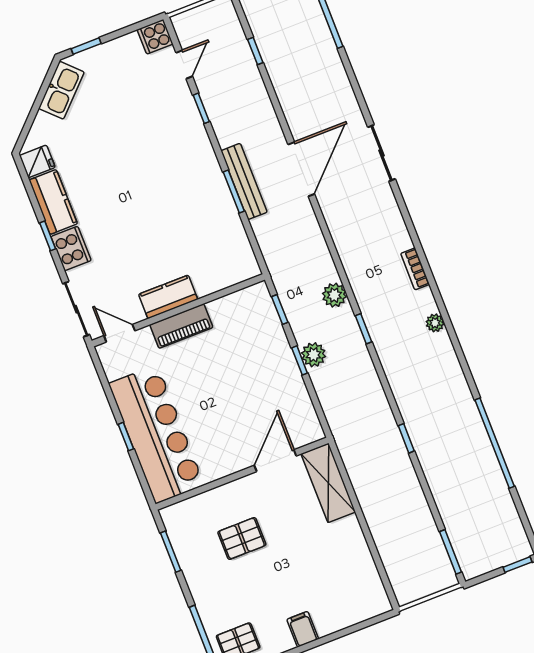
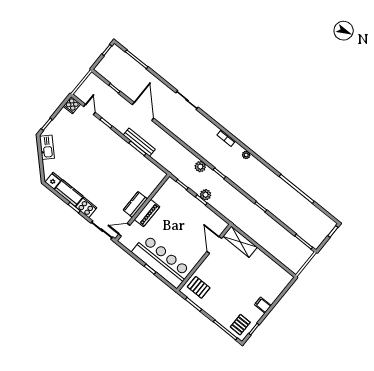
door: (301, 169) -> (143, 111), moved
pallet: (242, 538) -> (199, 287), moved, turned 90

